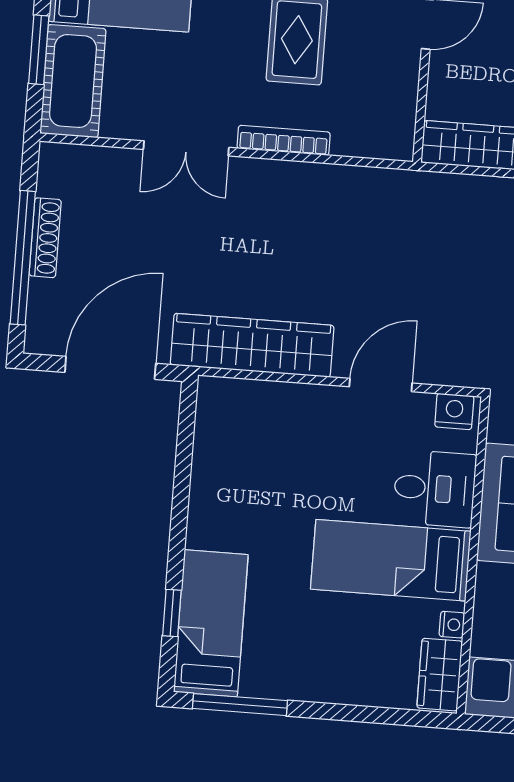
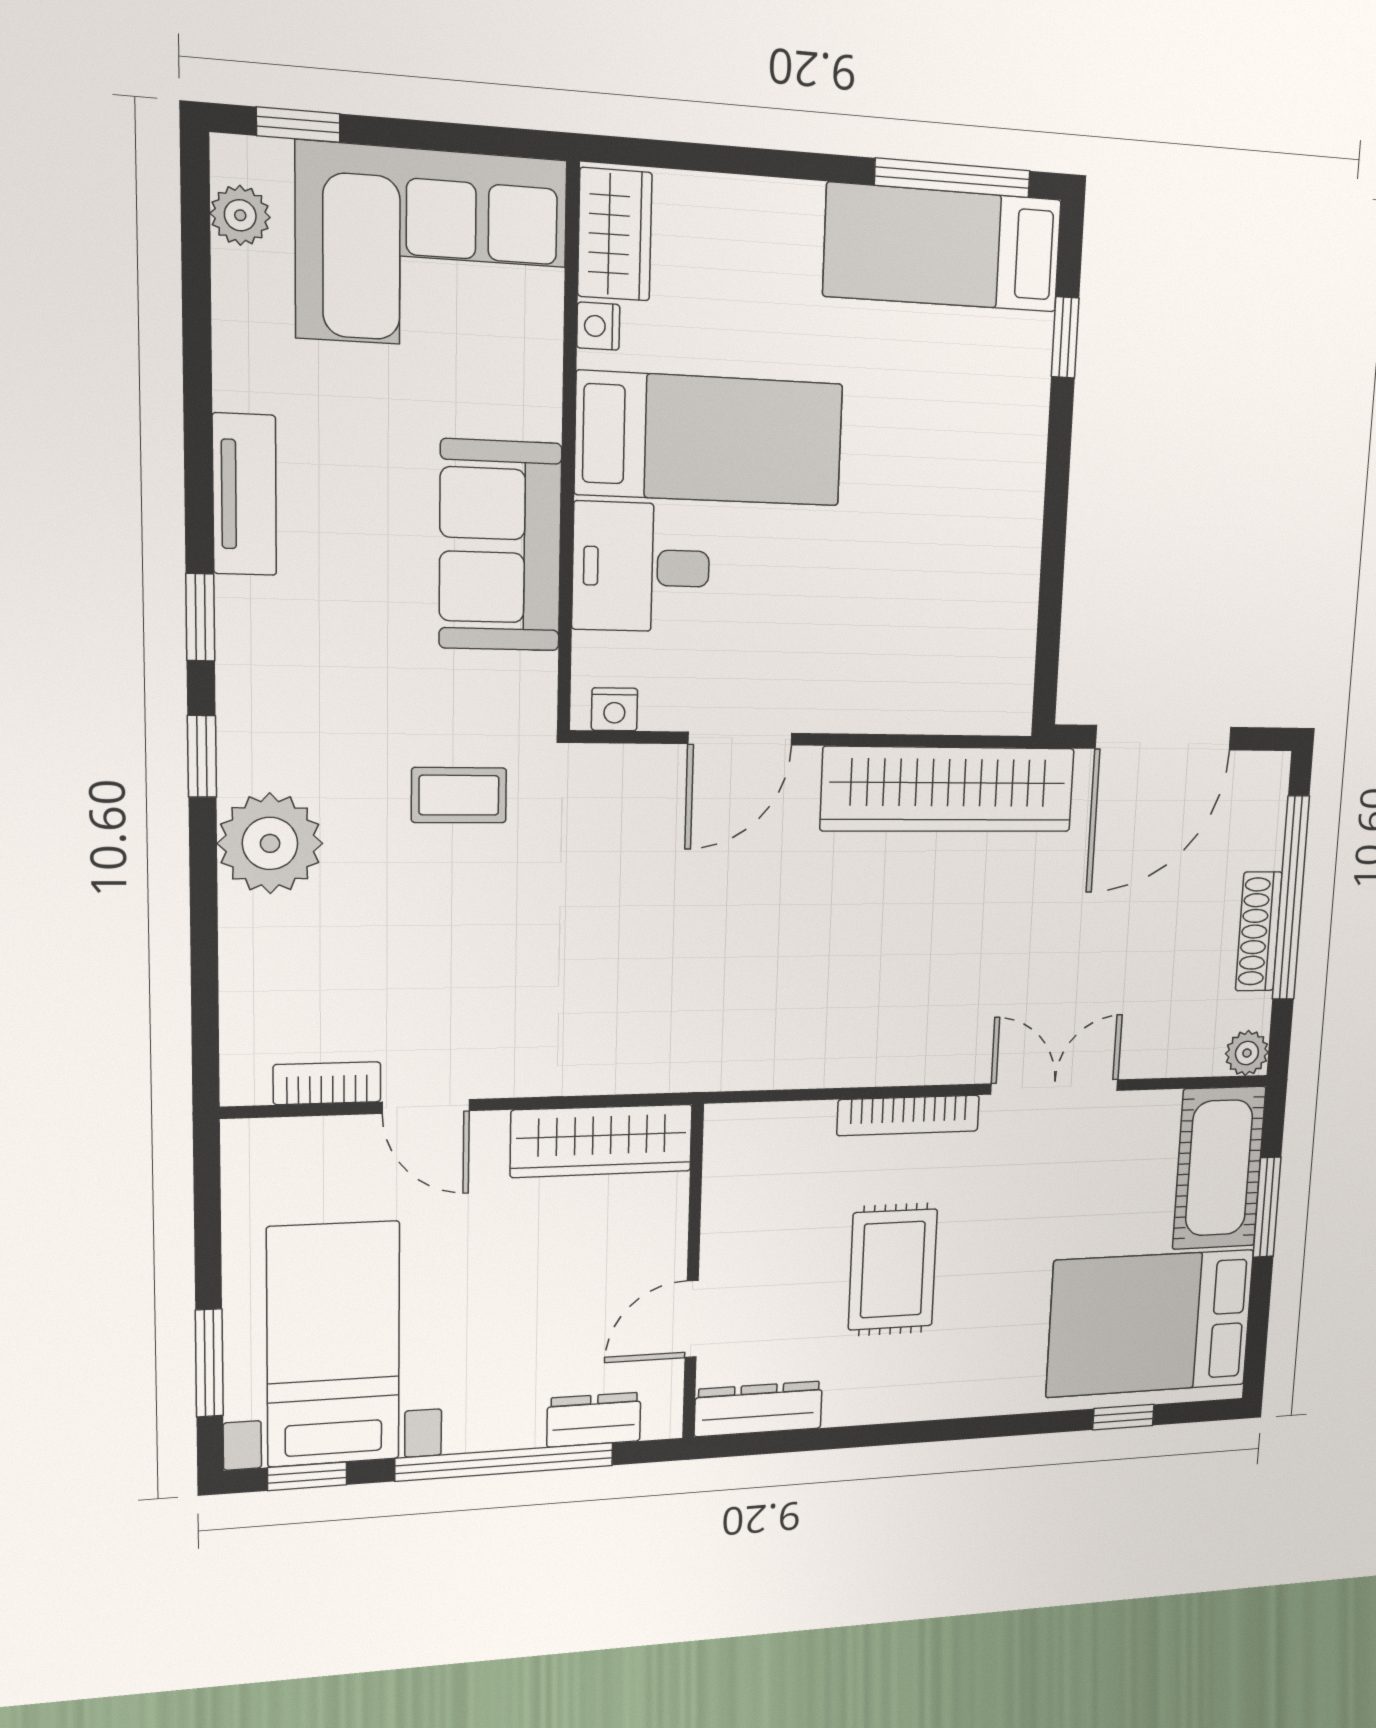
plant: (53, 157) -> (1247, 1053), added
nightstand: (454, 411) -> (614, 709), width x0.72, depth x0.74
bed: (211, 623) -> (943, 248), moved, turned 90

